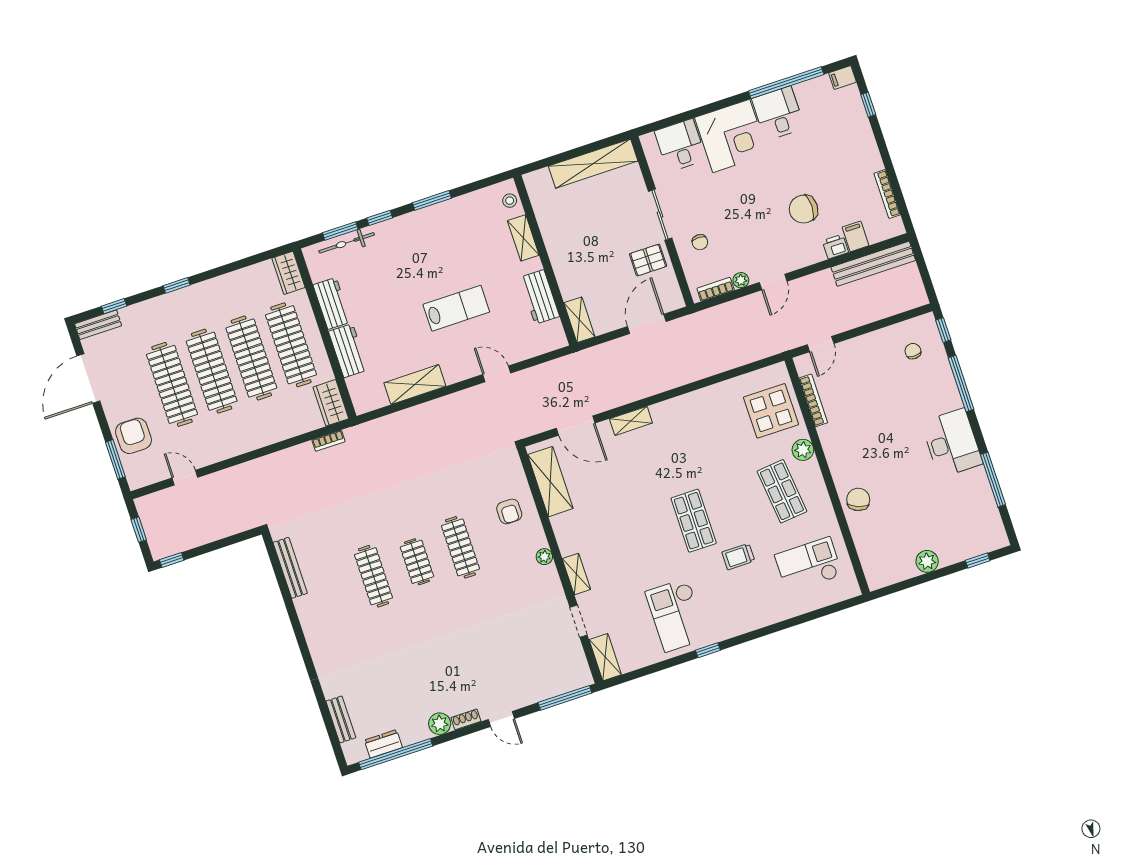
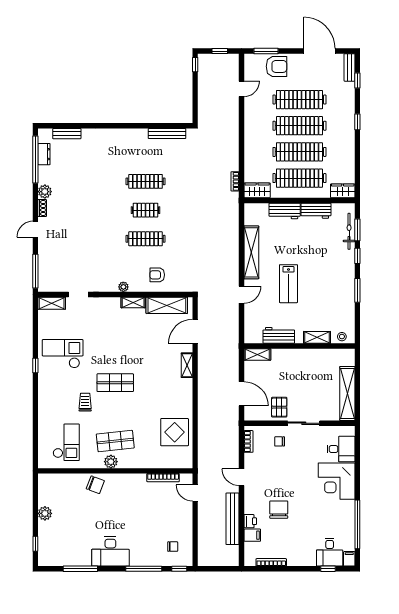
desk: (778, 113) -> (330, 552), moved, turned 90
bench: (873, 264) -> (232, 519), moved
plant: (741, 280) -> (249, 458), removed
shelving: (415, 385) -> (251, 252), width x1.47
display table: (771, 411) -> (175, 432), moved
plant: (803, 450) -> (111, 462), moved
shelving: (576, 574) -> (133, 302), moved

